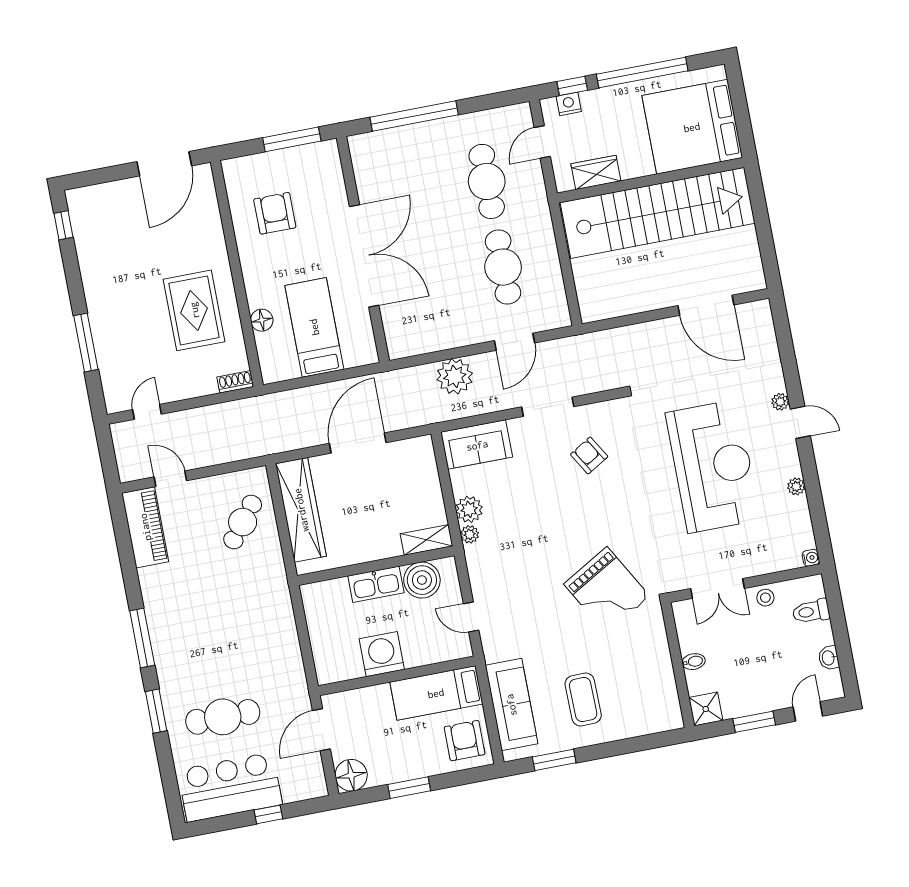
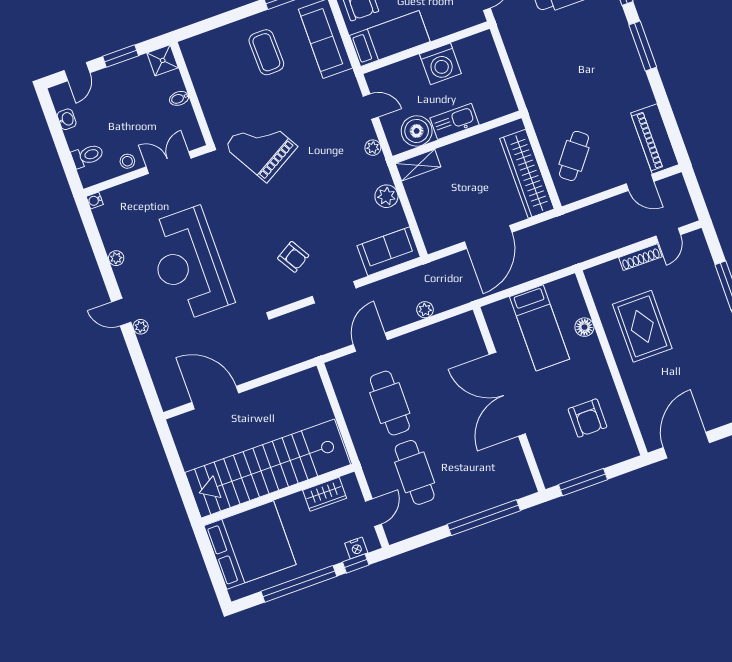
plant: (455, 376) -> (425, 310), width x0.53, depth x0.53
shoe rack: (235, 382) -> (640, 257), moved, width x1.43
plant: (470, 534) -> (373, 148), moved

